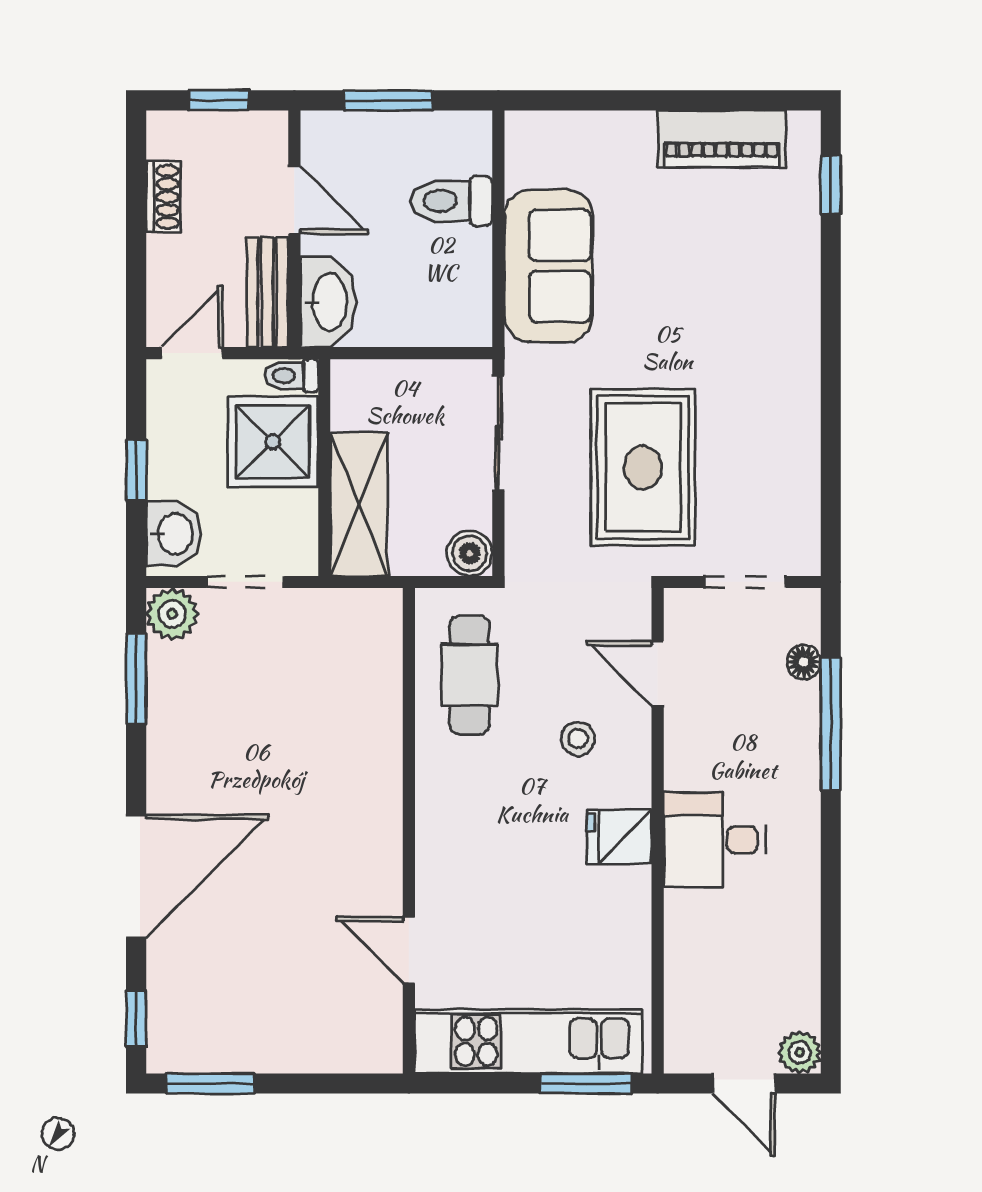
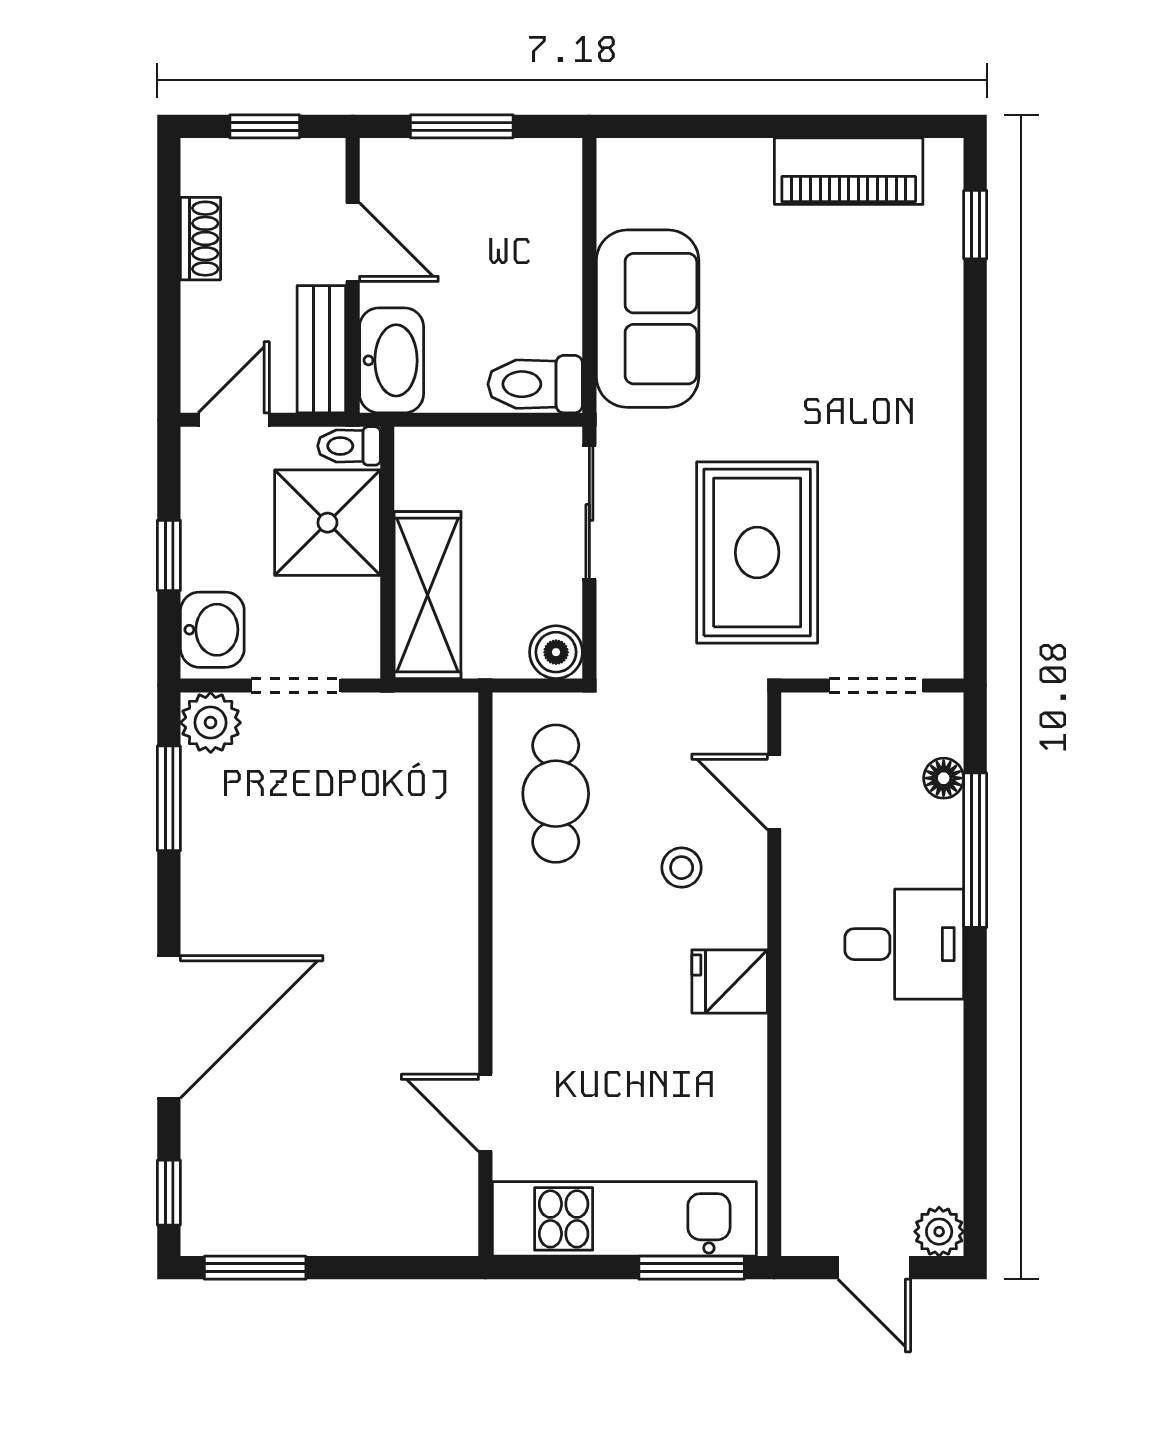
toilet: (452, 201) -> (535, 384), moved
desk: (715, 840) -> (904, 944), moved, turned 180

